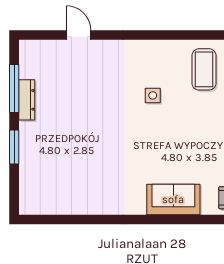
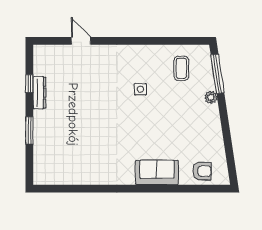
coffee table: (204, 69) -> (181, 68), width x0.73, depth x0.77
window: (14, 89) -> (29, 84), width x0.46

